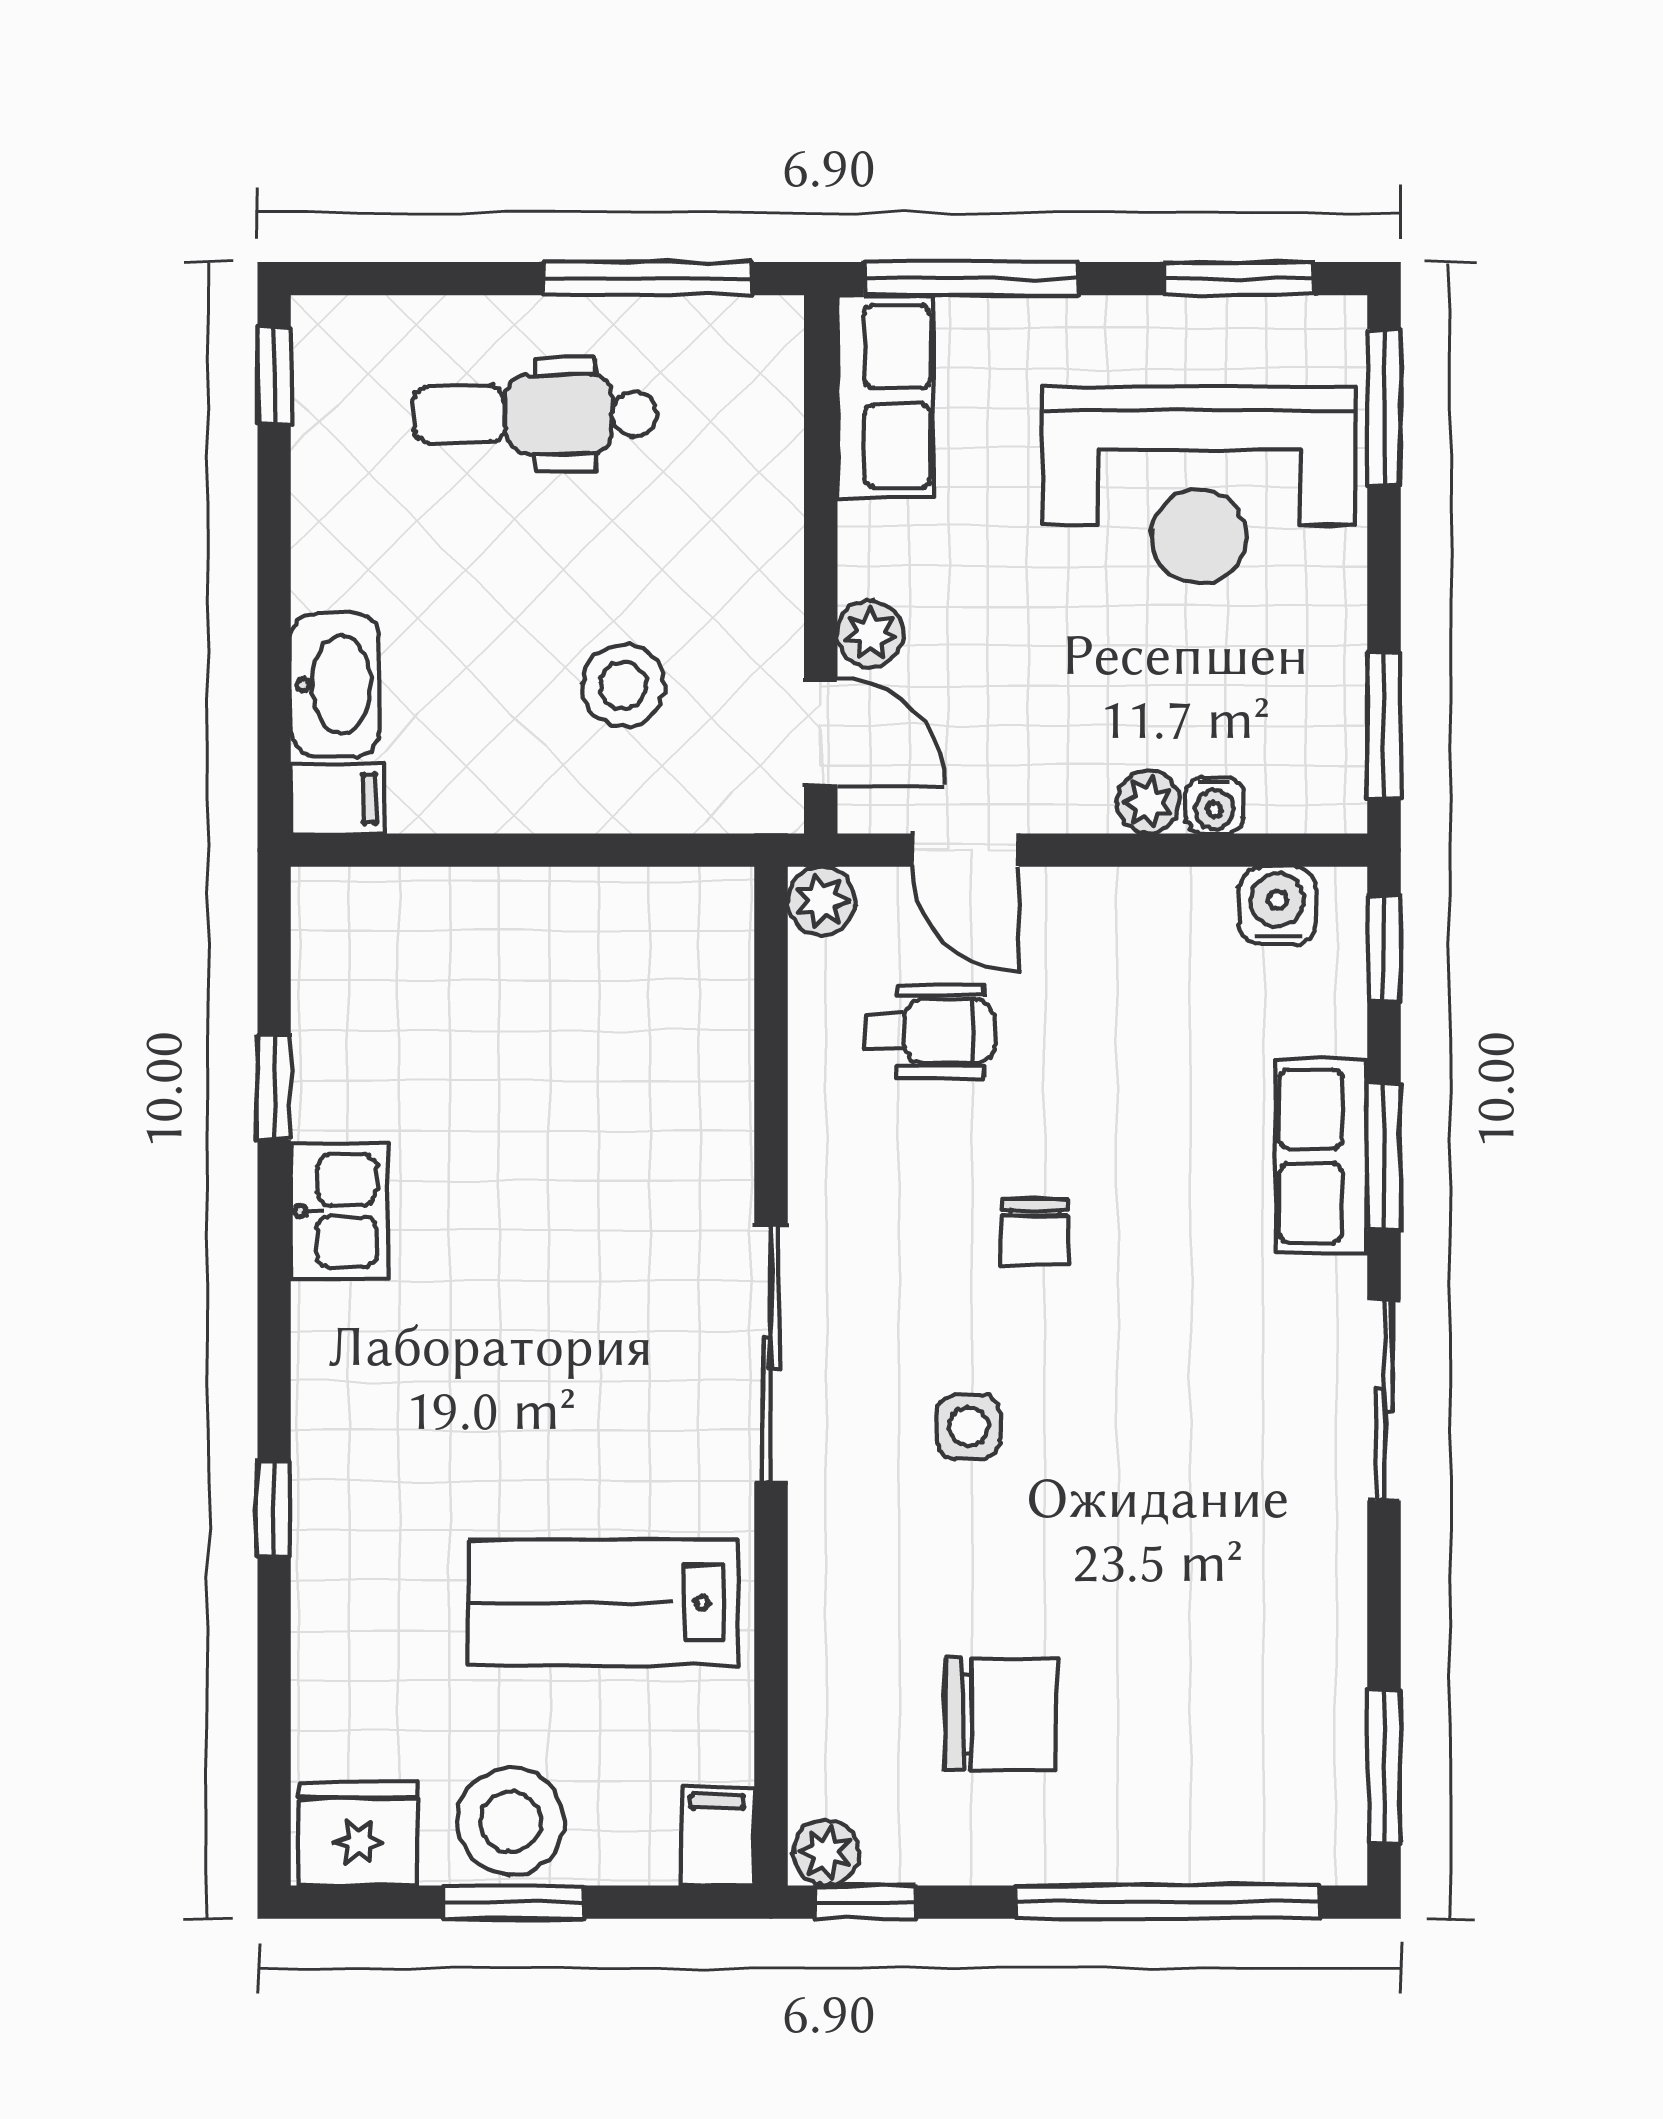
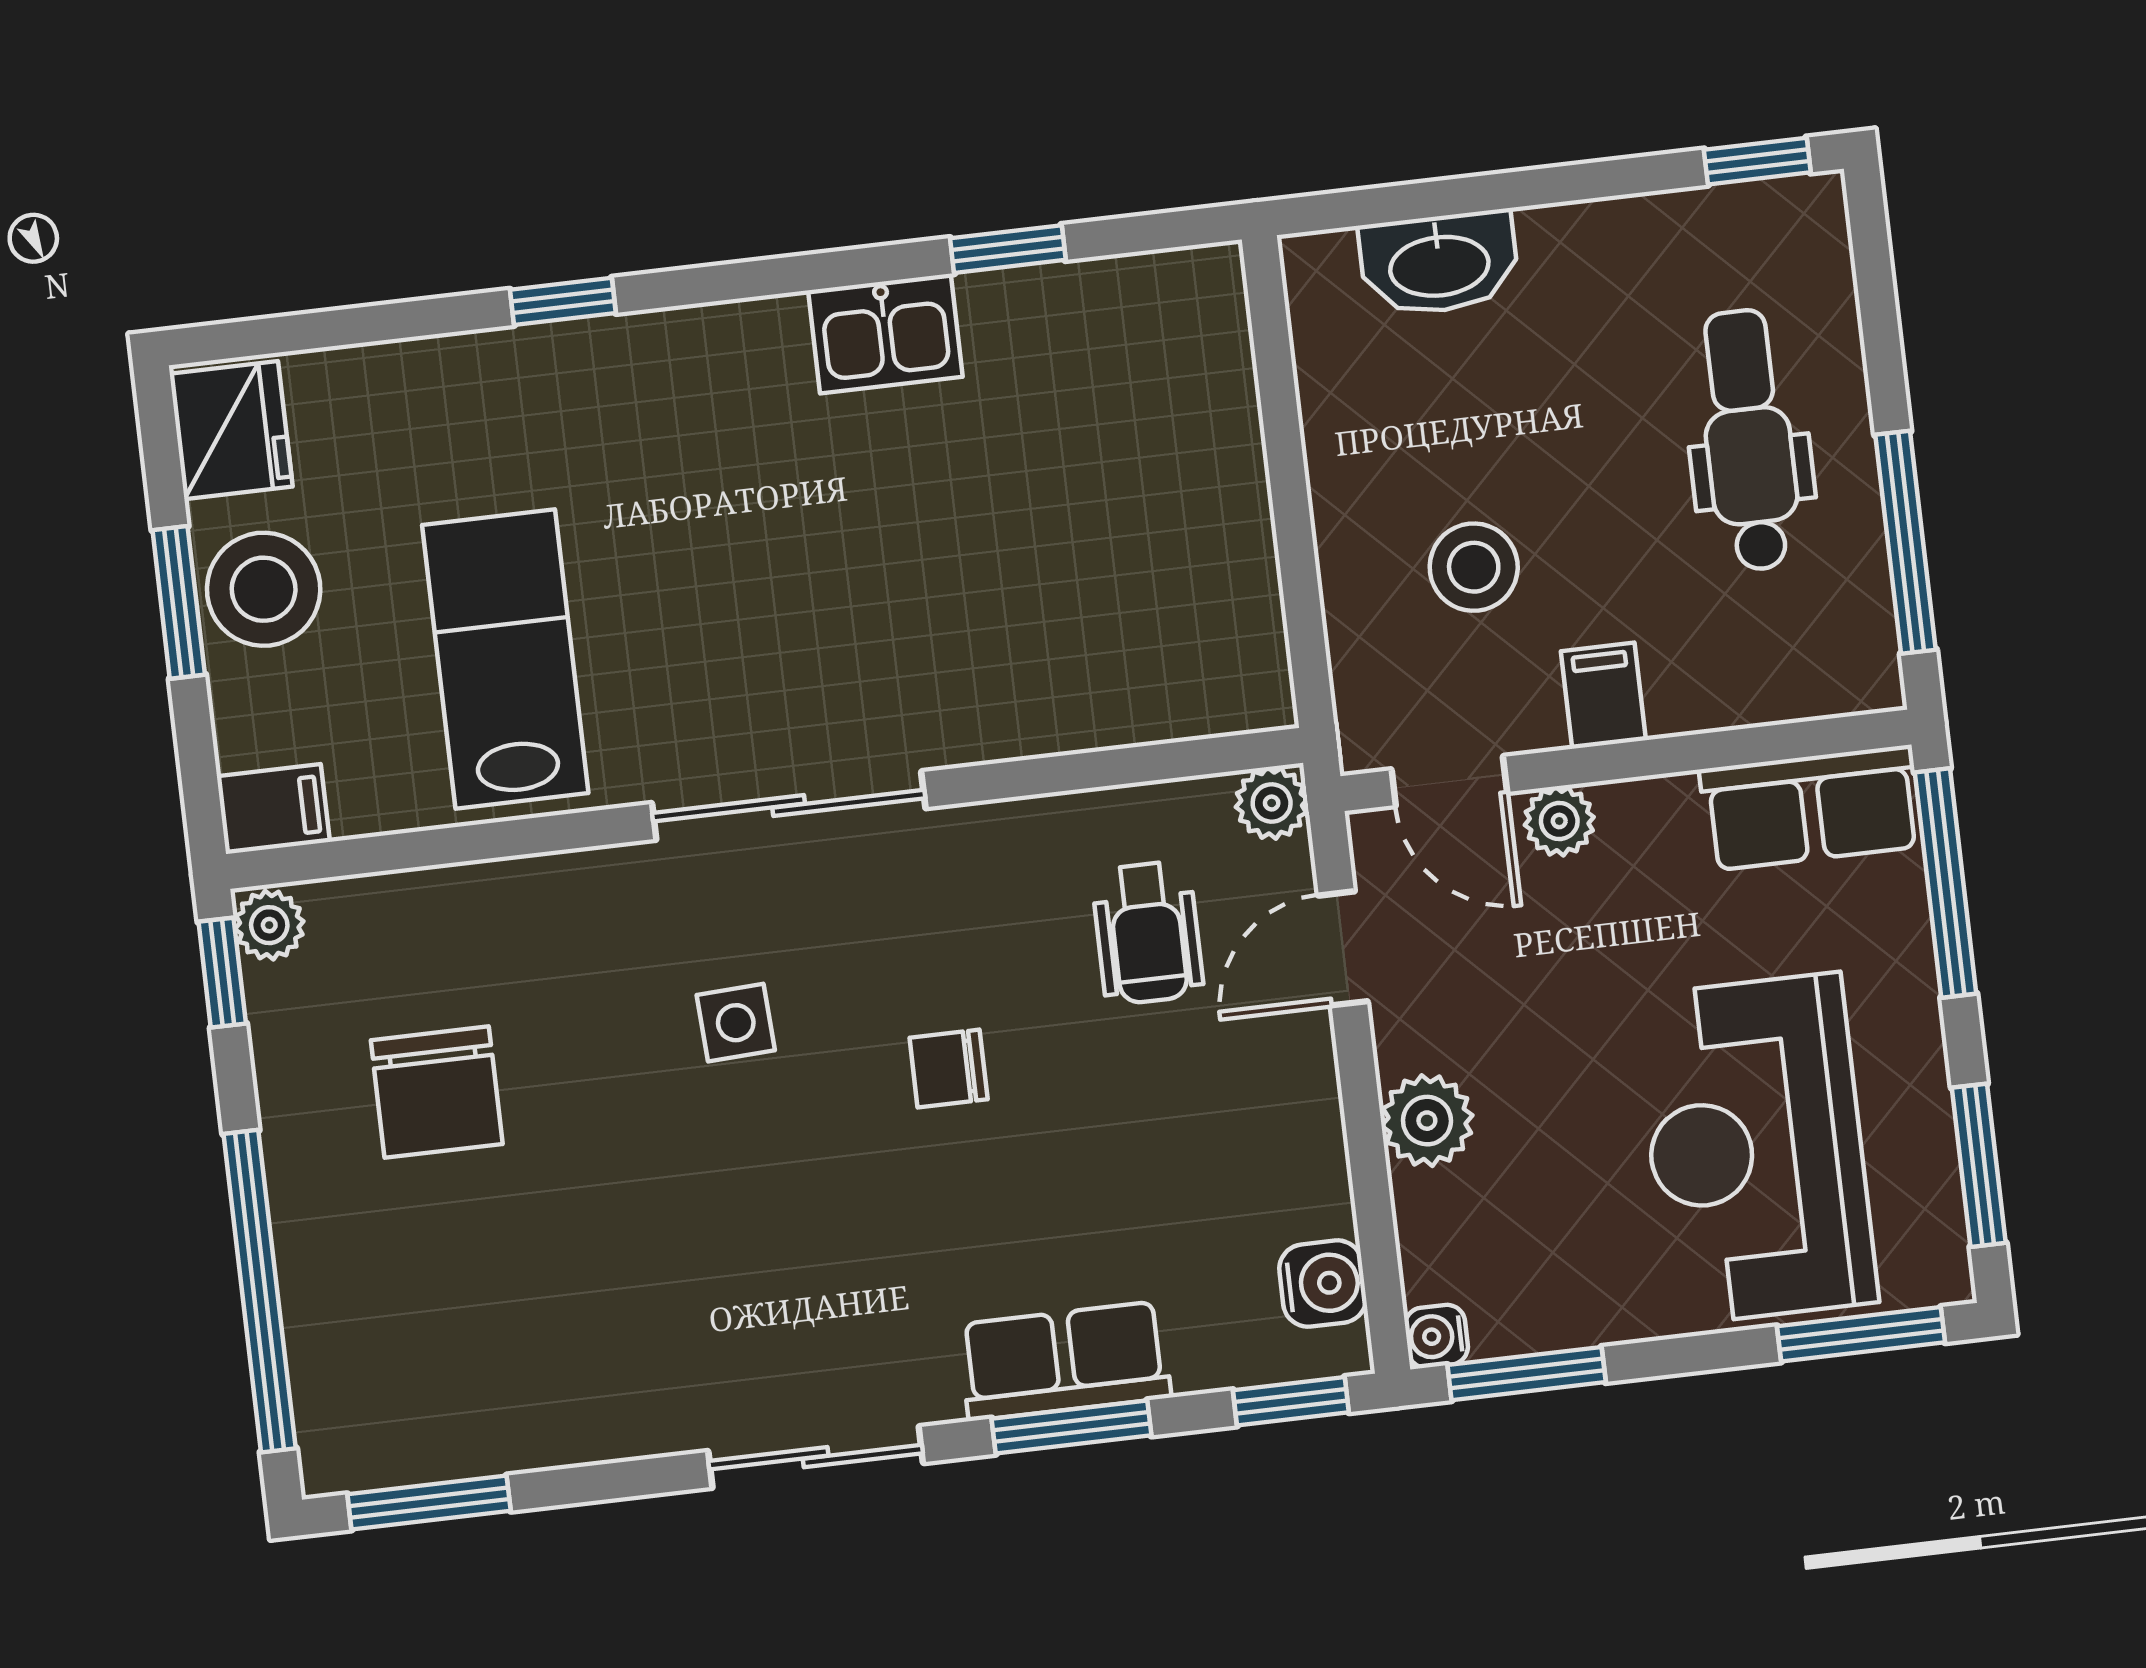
door: (821, 732) -> (1449, 781), hinge flipped
filing cabinet: (337, 799) -> (1603, 696), moved, turned 180
plant: (1148, 802) -> (1427, 1121), width x1.38, depth x1.38
water cooler: (1214, 805) -> (1436, 1336), moved

